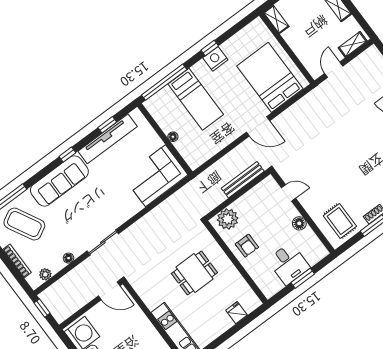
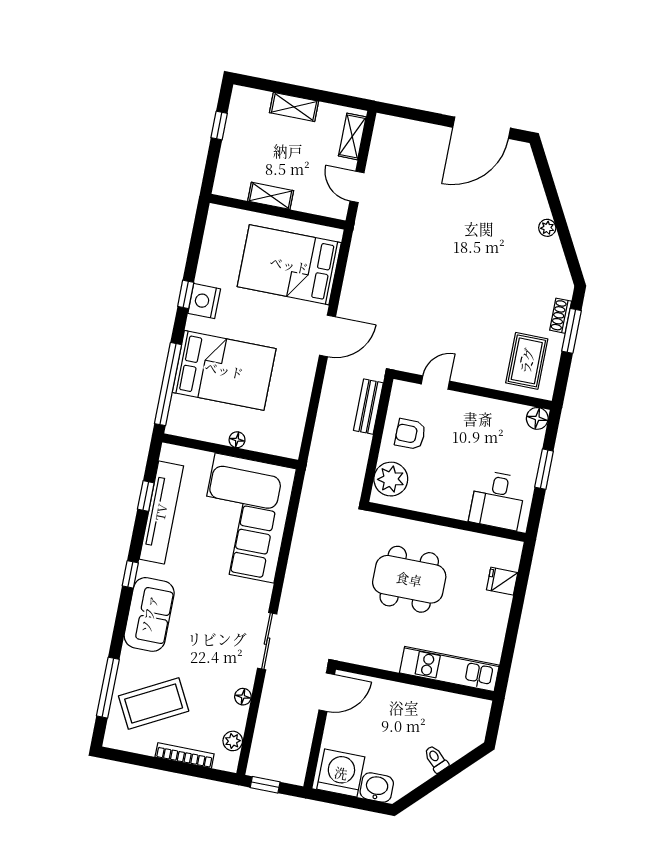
shelving: (276, 19) -> (271, 196), moved
bed: (196, 99) -> (224, 370), width x1.50
corner sofa: (156, 176) -> (244, 518), width x1.36, depth x1.36
bench: (243, 180) -> (368, 407), width x0.73
sofa: (59, 181) -> (149, 614), width x0.73
rug: (340, 221) -> (527, 361), turned 90
floor lamp: (299, 223) -> (537, 418), moved
armchair: (247, 246) -> (410, 434), moved, turned 180
desk: (289, 264) -> (497, 500), moved, turned 90
dining table: (194, 273) -> (409, 579), width x1.37

